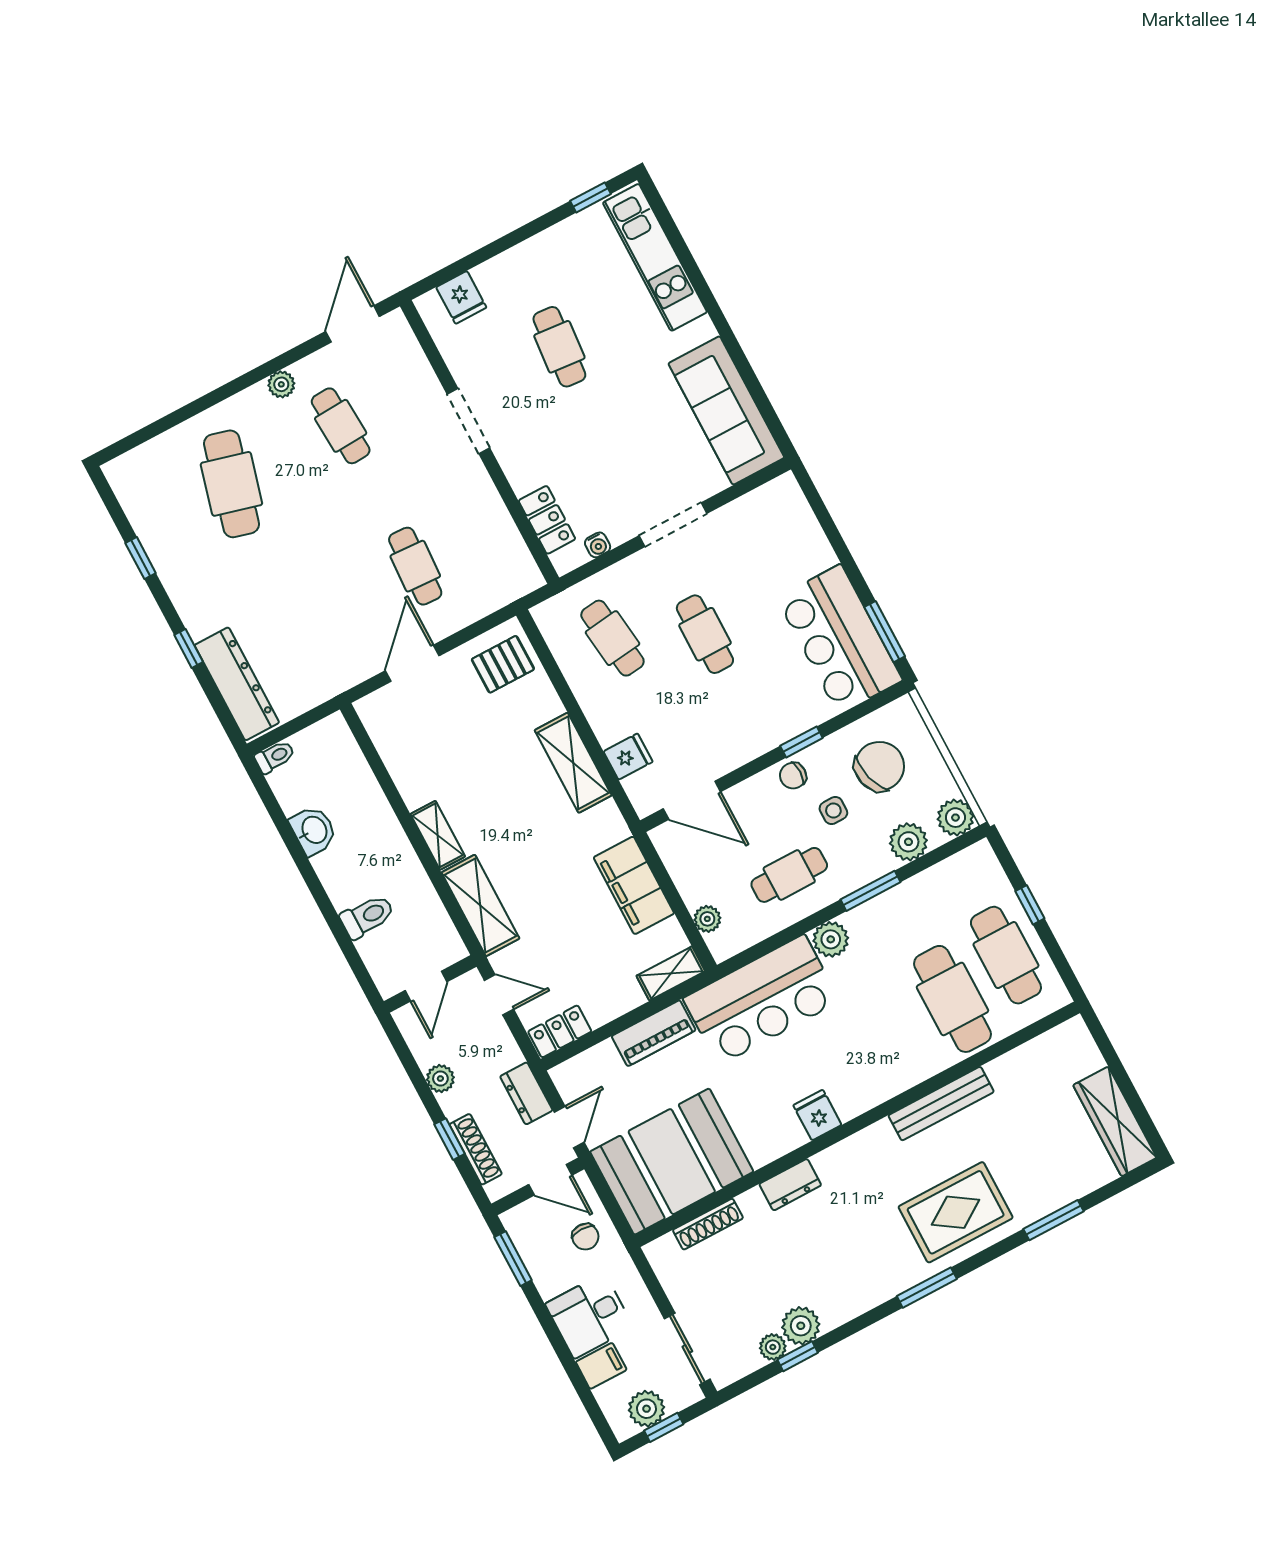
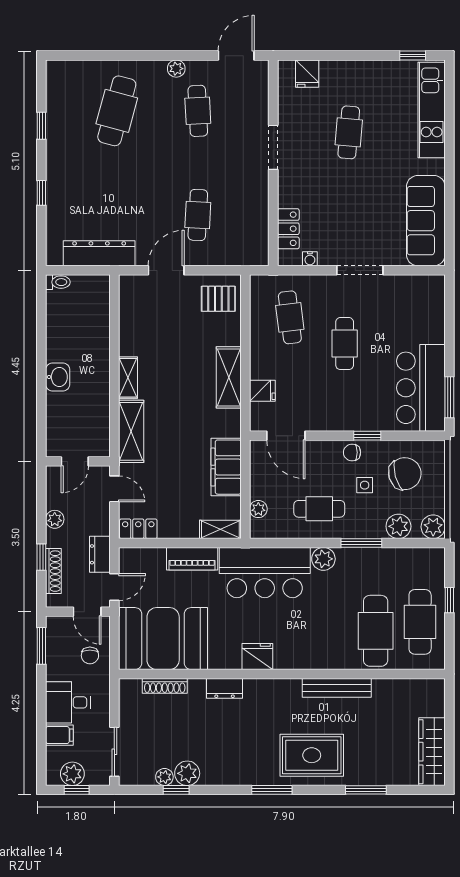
dresser: (237, 684) -> (99, 253), moved, turned -90
washbasin: (313, 830) -> (58, 377), moved
toilet: (367, 916) -> (62, 403), removed
fridge: (817, 1115) -> (257, 656), width x1.38

